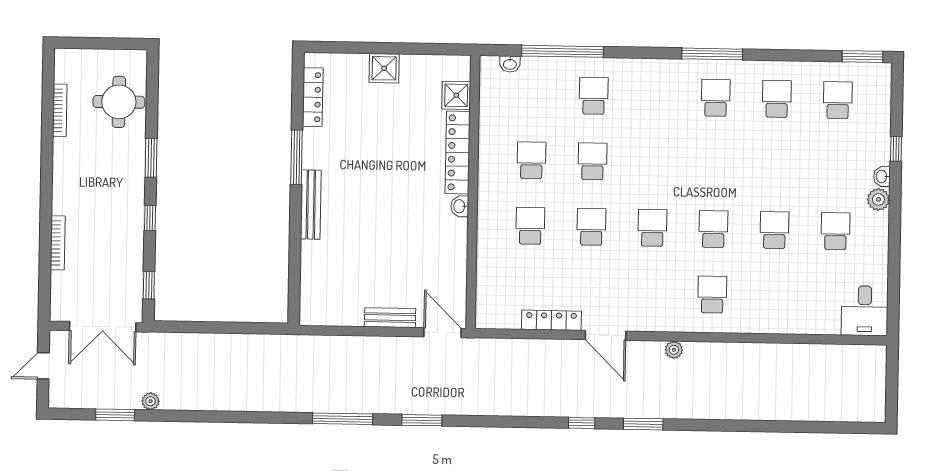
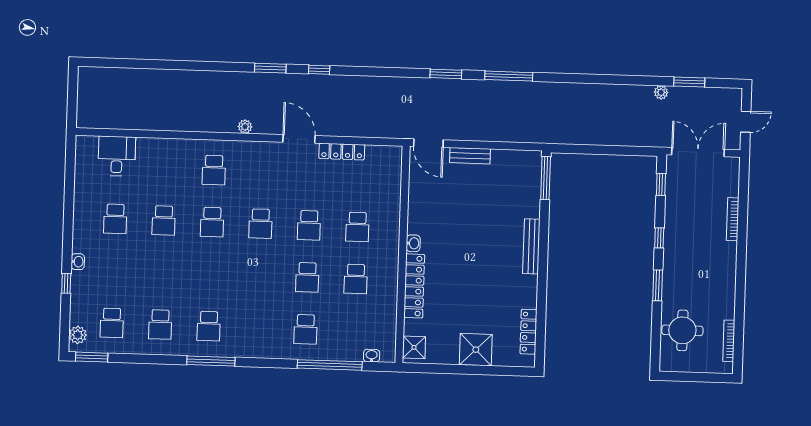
shower: (384, 68) -> (476, 350), width x1.36, depth x1.36
shower: (456, 95) -> (414, 347), moved
bookcase: (60, 110) -> (729, 341), moved
window: (297, 157) -> (546, 178), moved
plant: (878, 199) -> (78, 335), moved
desk: (865, 311) -> (117, 156), moved

